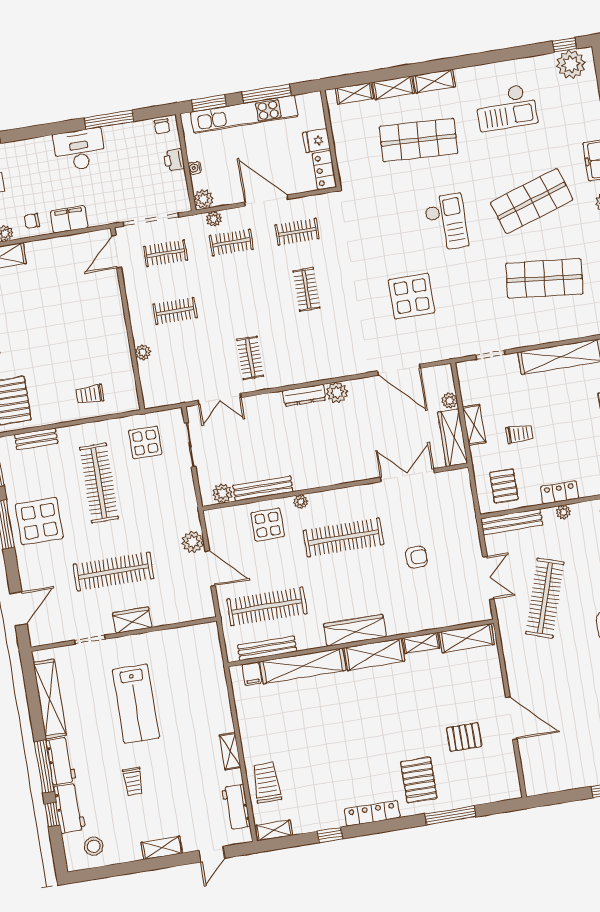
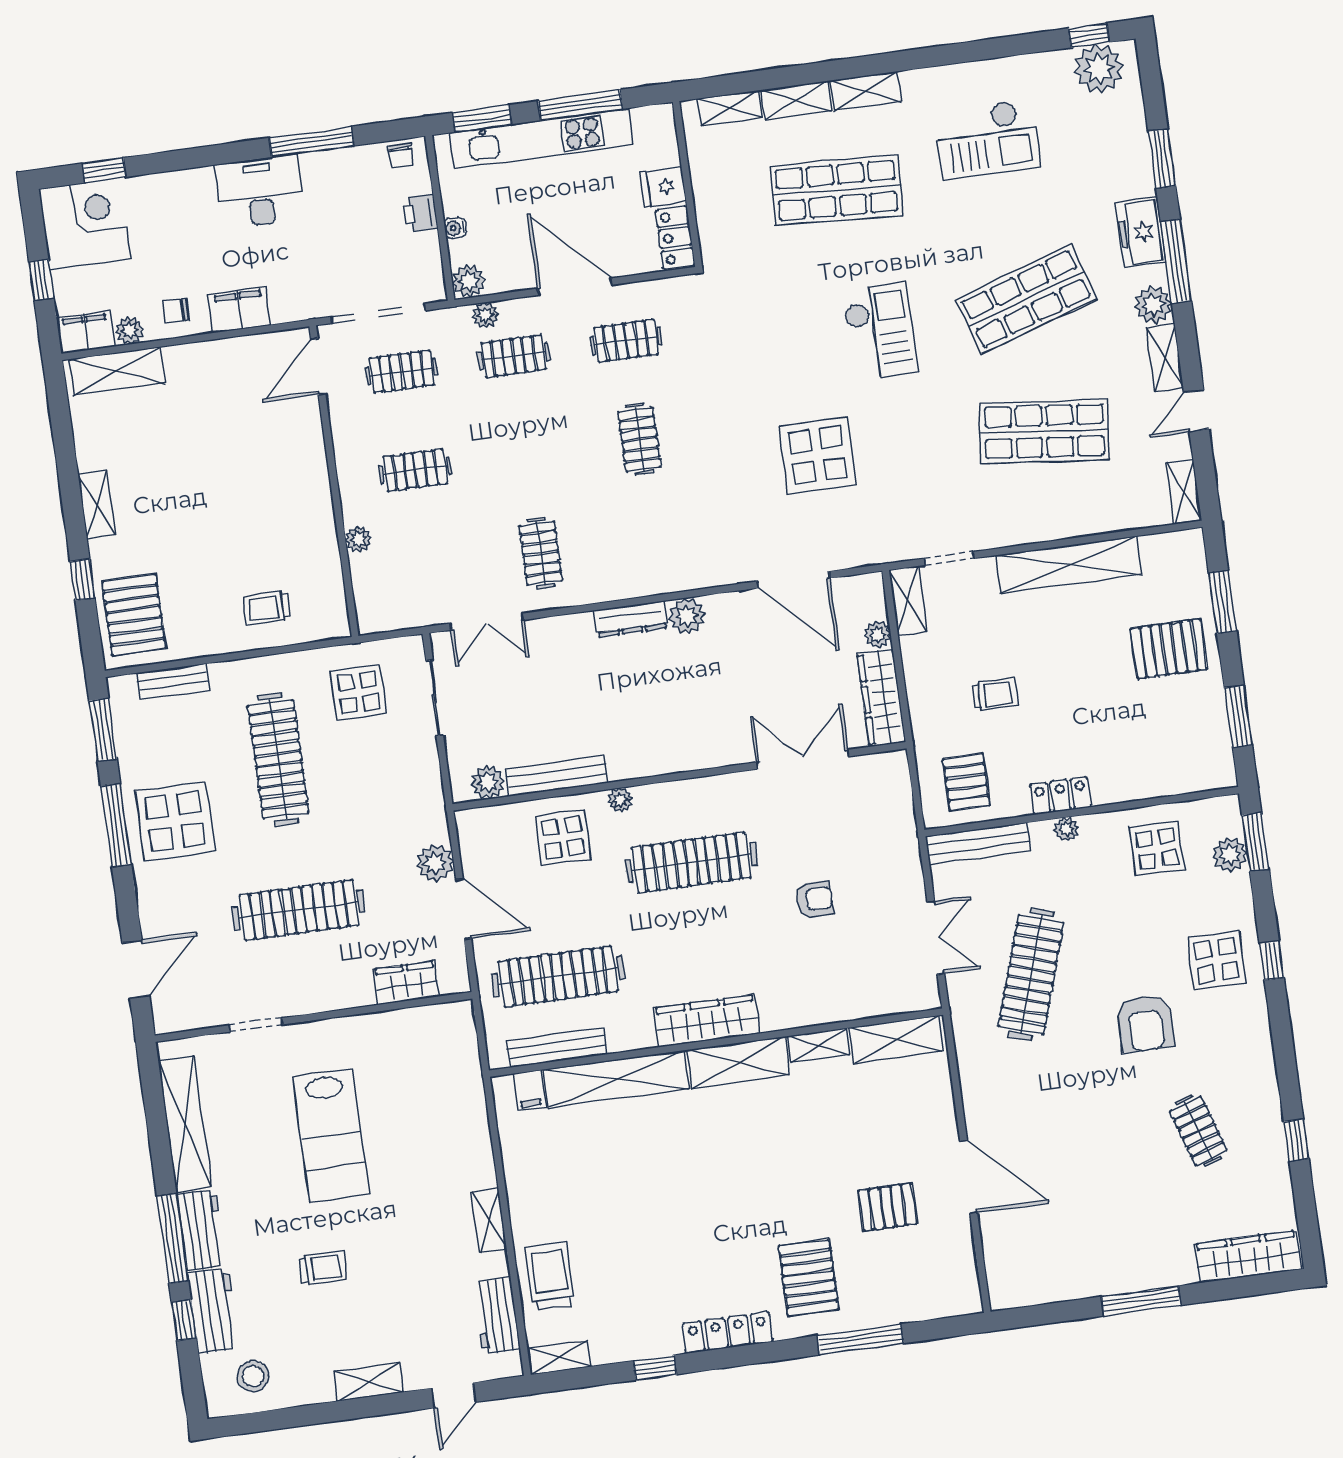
shelving: (474, 425) -> (908, 601), moved
wardrobe: (132, 620) -> (406, 983), moved
trolley: (133, 781) -> (323, 1268), turned -90

